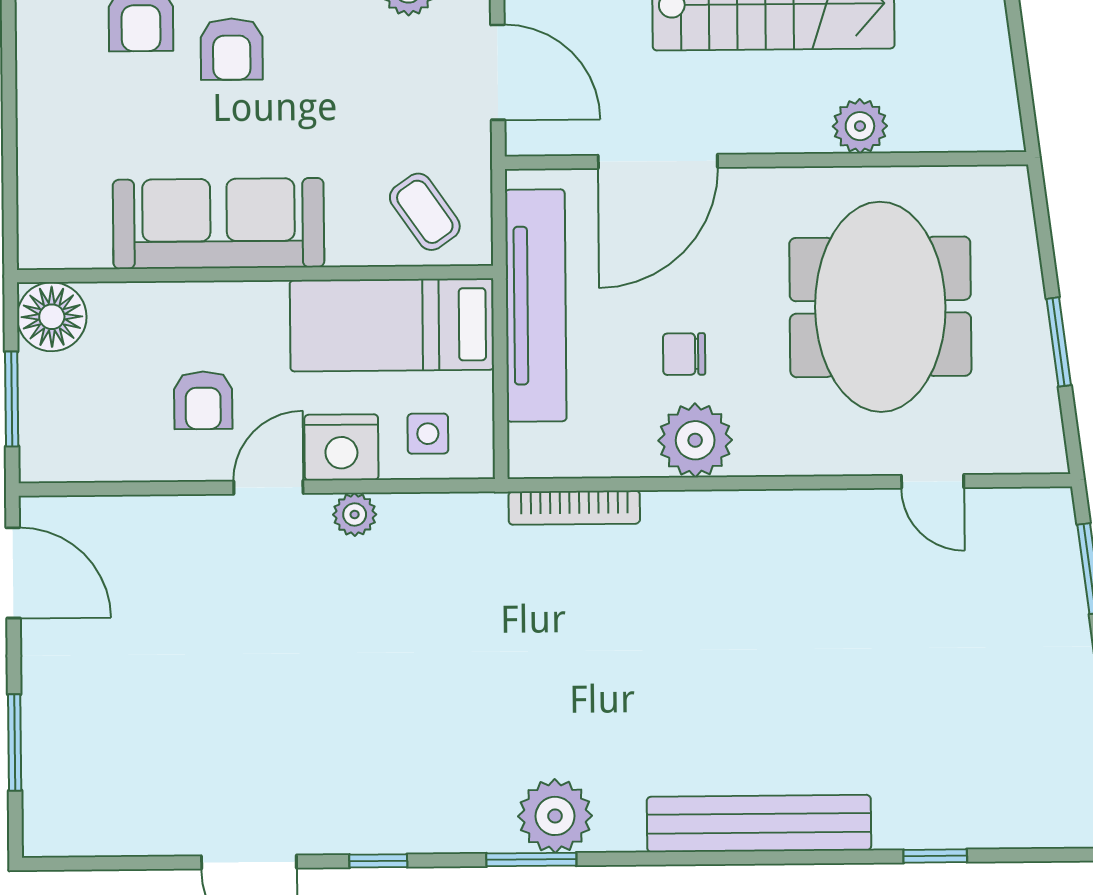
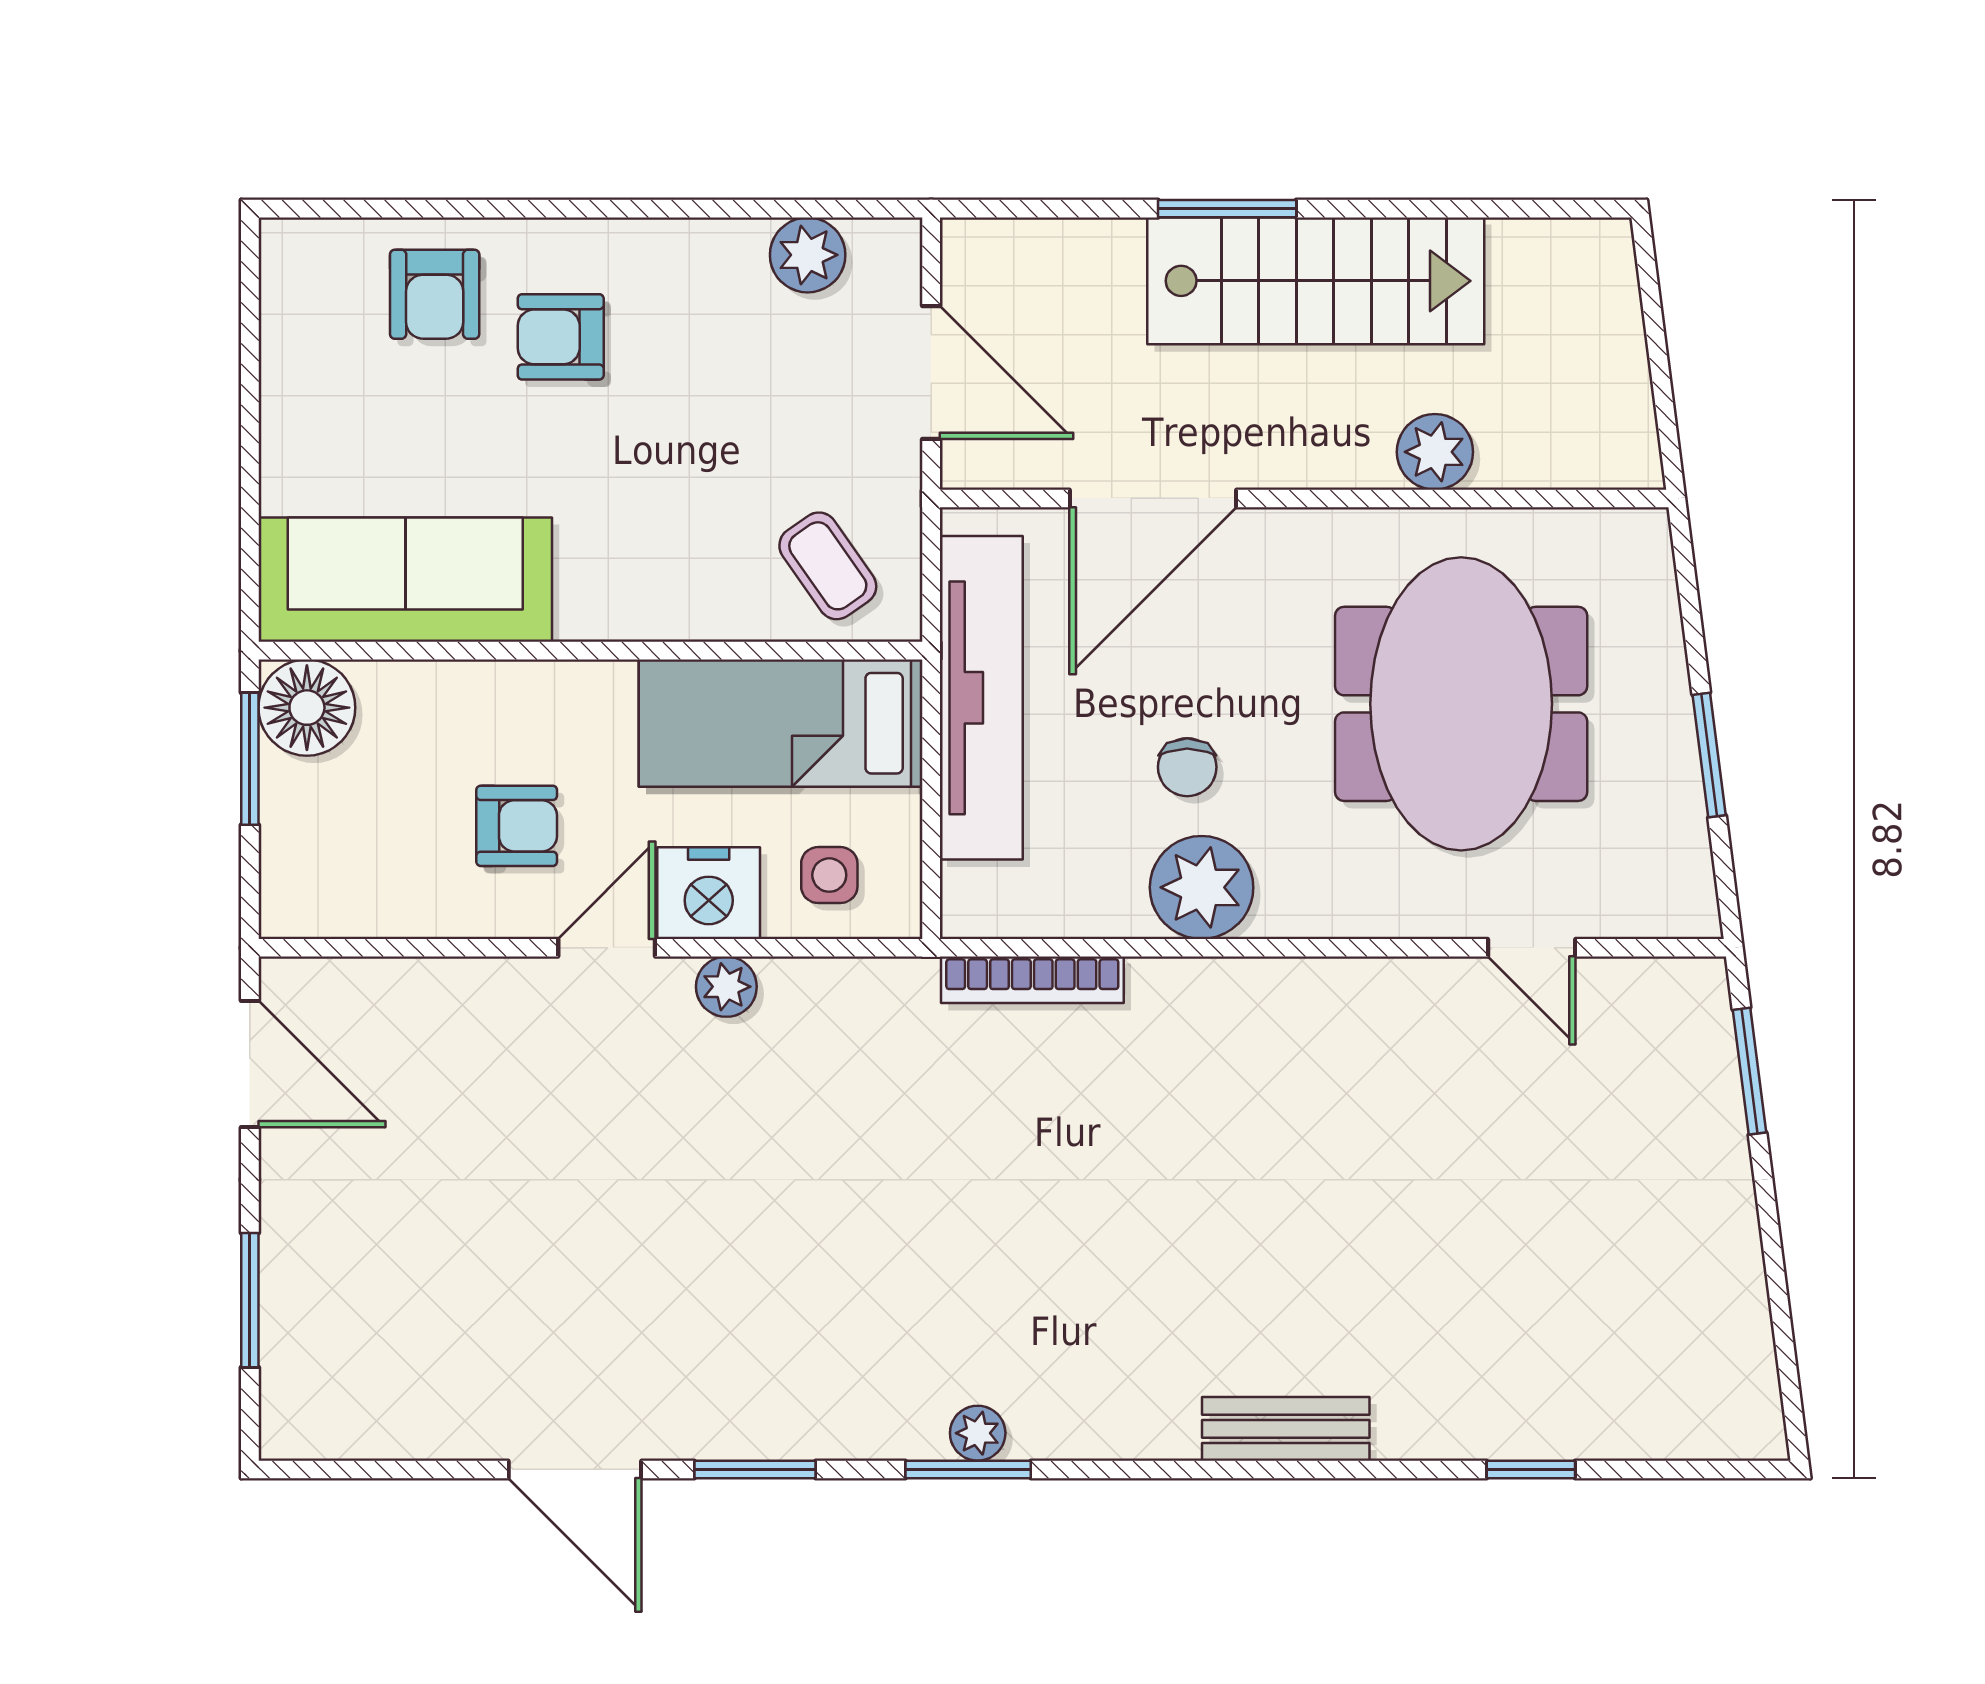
armchair: (232, 49) -> (561, 337), turned 90
sofa: (219, 223) -> (405, 580), moved
chair: (684, 354) -> (1187, 767), turned -90
window: (12, 399) -> (250, 759), moved
armchair: (203, 400) -> (517, 826), turned -90
plant: (555, 816) -> (978, 1433), width x0.53, depth x0.53
bench: (759, 823) -> (1286, 1429), width x0.54, depth x0.82
window: (378, 861) -> (755, 1469), width x1.50

